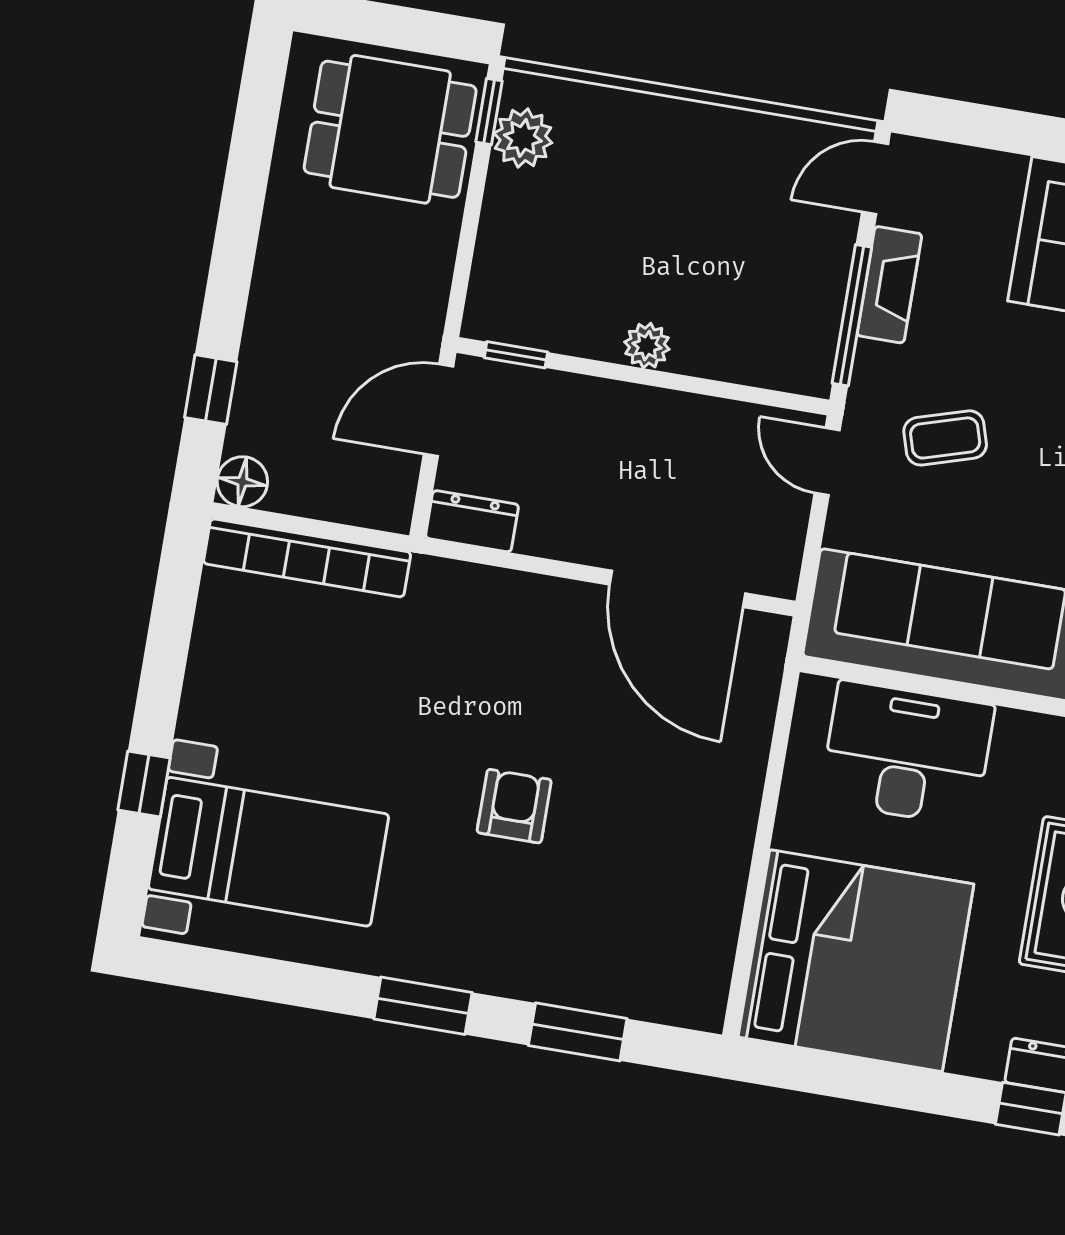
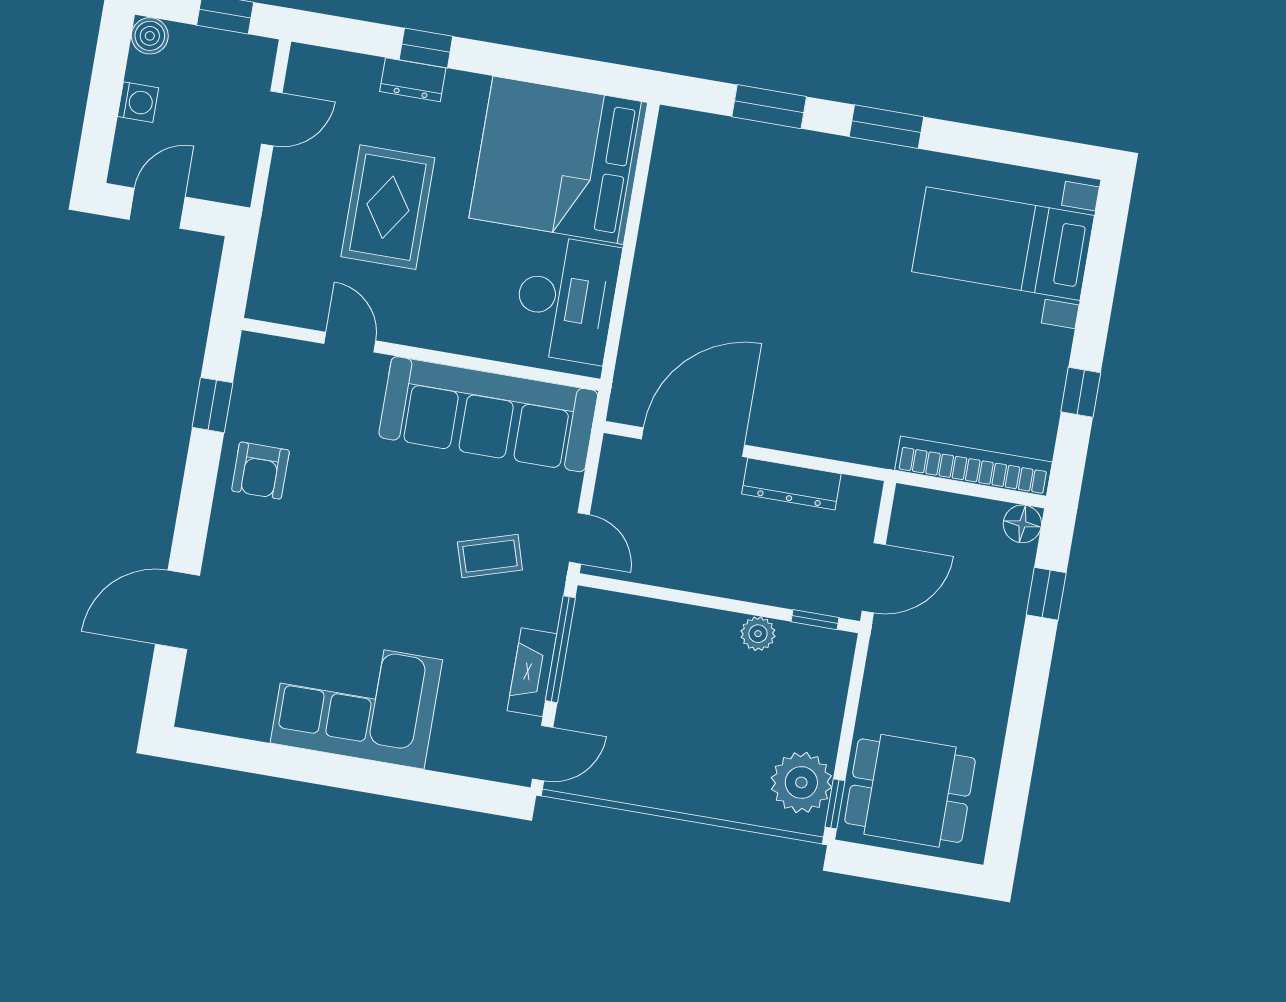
plant: (523, 138) -> (801, 782), width x1.36, depth x1.36
plant: (647, 346) -> (758, 634), moved
dresser: (472, 521) -> (791, 484), moved, width x1.44
door: (677, 589) -> (693, 442), hinge flipped
desk: (907, 754) -> (566, 299), moved, turned -90
window: (144, 784) -> (1081, 392), moved
armchair: (514, 806) -> (817, 278), removed

